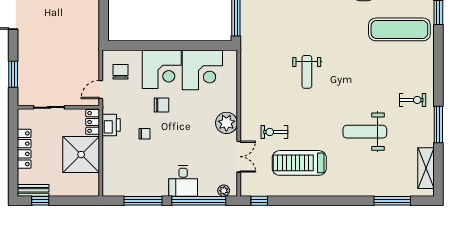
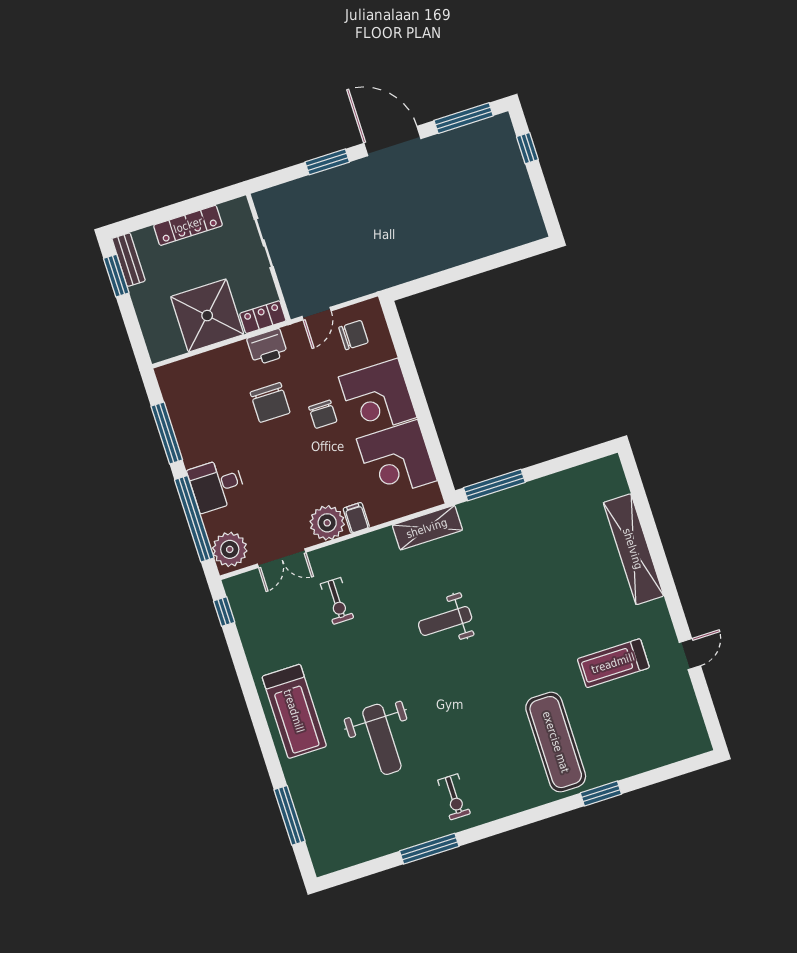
window: (13, 74) -> (327, 162), moved
door: (101, 90) -> (317, 314), swing flipped
filing cabinet: (229, 105) -> (356, 518), added
exercise bike: (274, 132) -> (337, 601), turned 180
weight bench: (365, 132) -> (382, 739), turned 180
chair: (145, 134) -> (270, 403), width x1.87, depth x1.87
treadmill: (299, 163) -> (294, 711), moved, turned 180
shelving: (426, 168) -> (427, 528), moved
plant: (224, 191) -> (230, 549), width x1.87, depth x1.87
window: (40, 201) -> (116, 276), width x1.50

